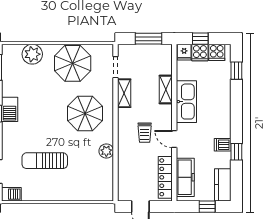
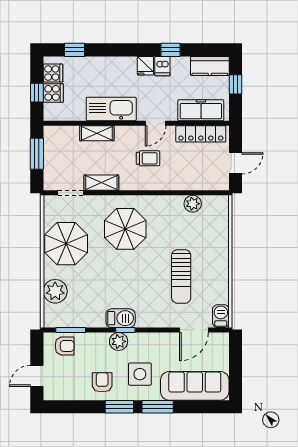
fridge: (184, 52) -> (145, 66), moved, turned 90
plant: (106, 151) -> (193, 204), moved

